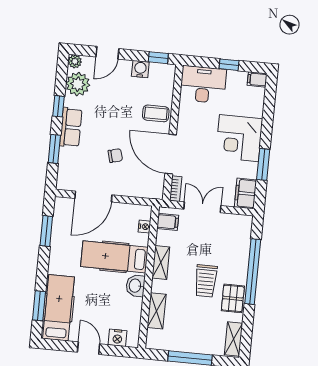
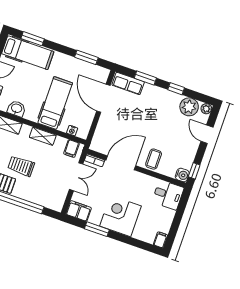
window: (229, 65) -> (176, 222), removed
water cooler: (140, 69) -> (182, 175), moved
desk: (203, 85) -> (168, 195), width x0.73
row of seats: (71, 127) -> (128, 83), moved
chair: (115, 156) -> (130, 122), removed
washbasin: (135, 286) -> (17, 109), moved

